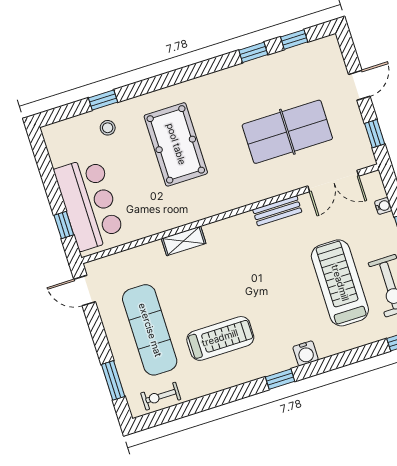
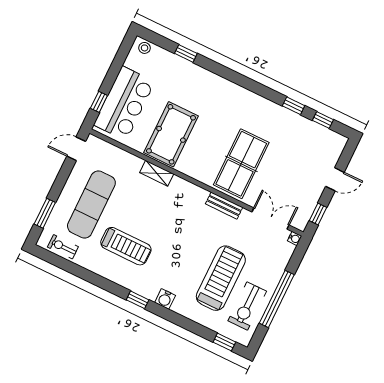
stool: (108, 128) -> (145, 48), moved
table tennis table: (287, 132) -> (241, 164), moved, turned 90
pool table: (176, 144) -> (171, 134), moved
double door: (333, 181) -> (270, 218), swing flipped
water cooler: (383, 206) -> (295, 238), moved
door: (85, 290) -> (76, 149), hinge flipped

